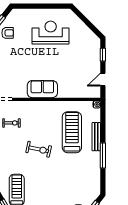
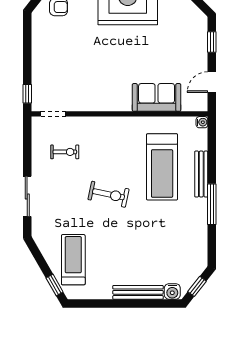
sofa: (42, 89) -> (157, 97), moved
treadmill: (72, 132) -> (162, 167), turned 180

